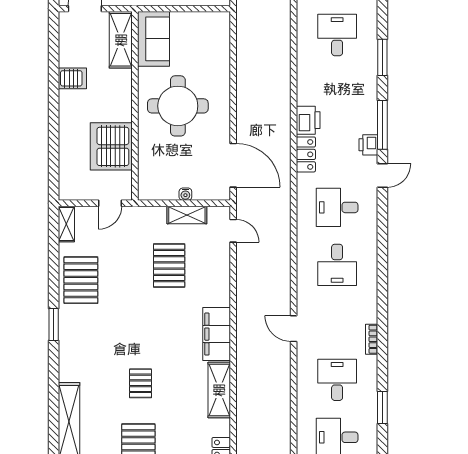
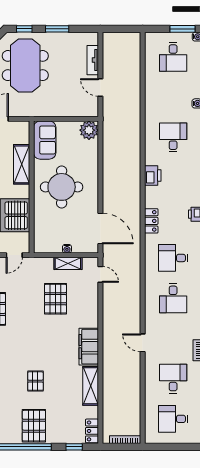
plant: (217, 25) -> (89, 130), added
shelving: (121, 40) -> (22, 164), moved
printer: (308, 120) -> (153, 175), moved

